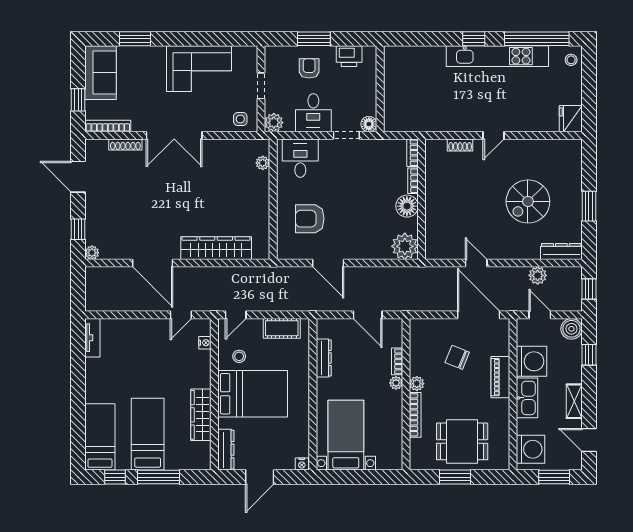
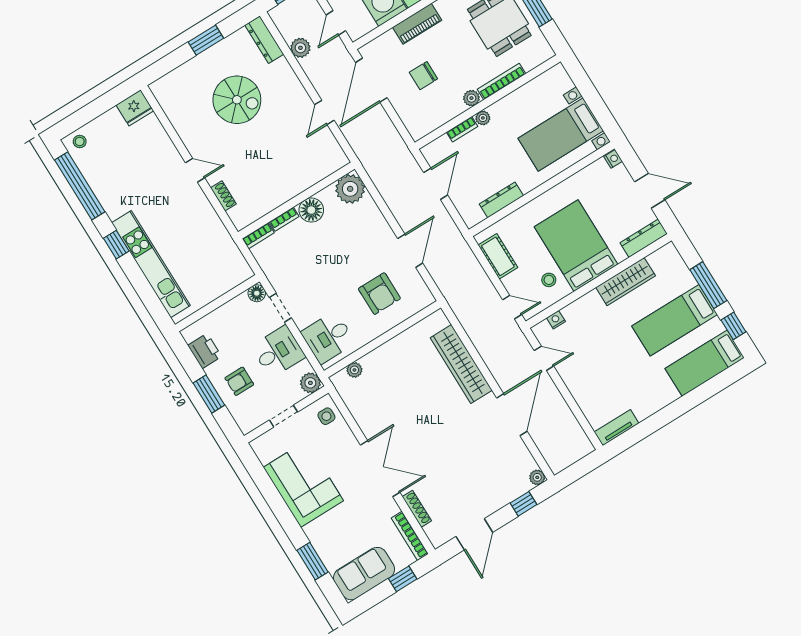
kitchen unit: (497, 56) -> (151, 264), moved
chair: (457, 357) -> (423, 76), turned 68

